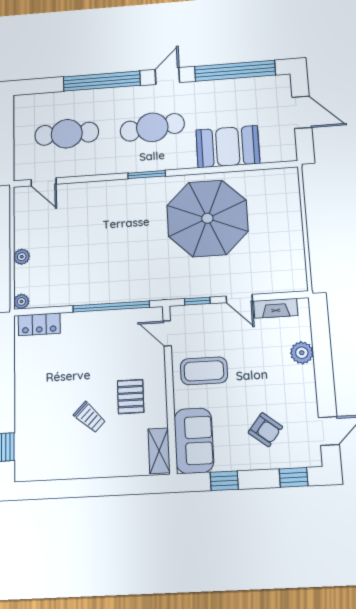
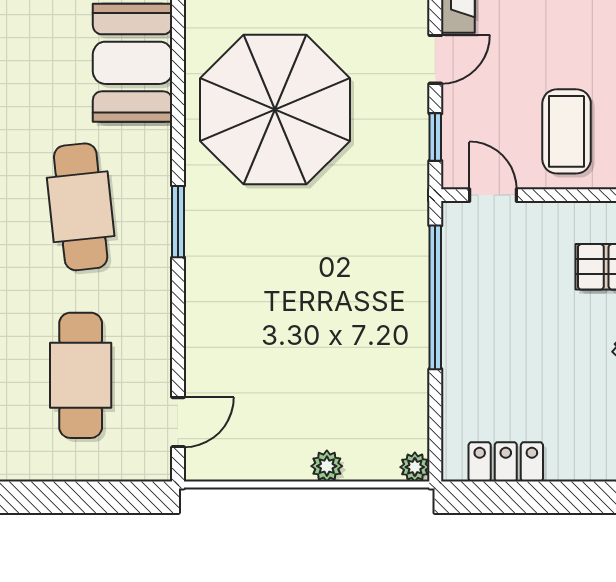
locker: (39, 324) -> (506, 462), moved, turned -90
door: (167, 333) -> (493, 195), swing flipped

